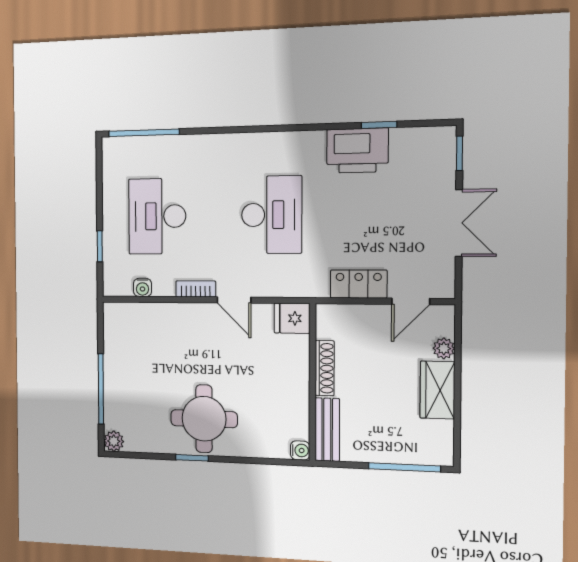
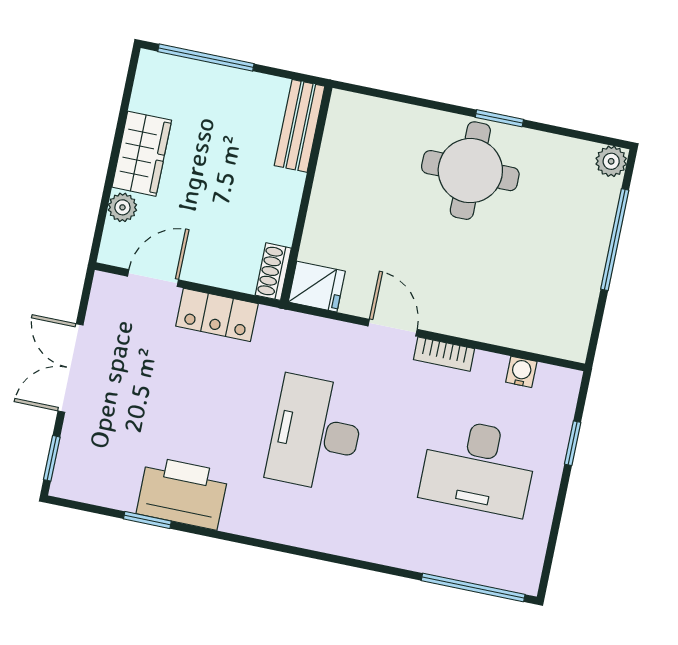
desk: (157, 216) -> (478, 467), turned 90
shoe rack: (325, 368) -> (273, 272), moved, width x0.70
water cooler: (300, 450) -> (343, 104), removed

